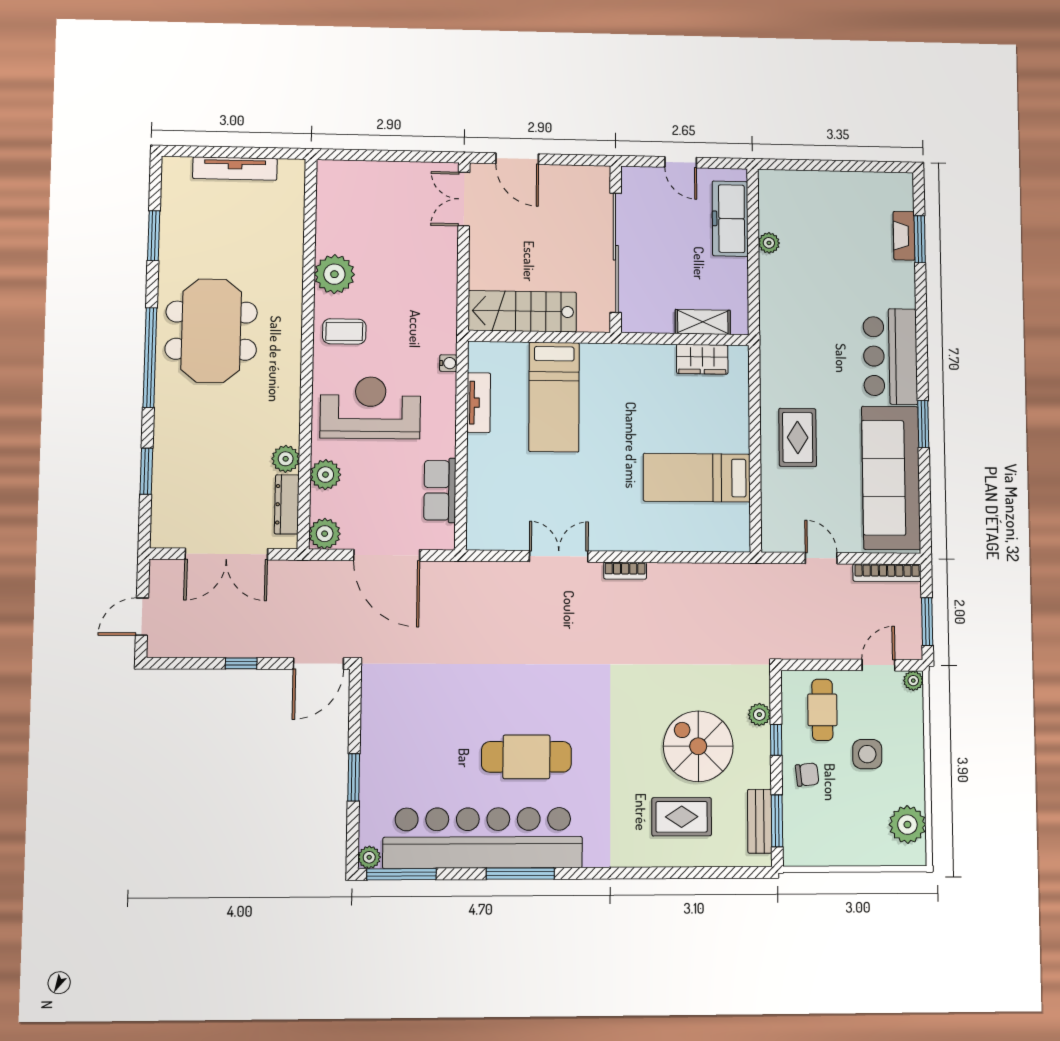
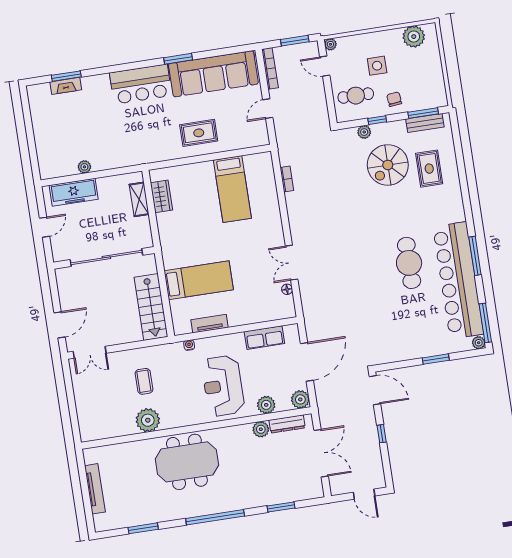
meeting table: (211, 331) -> (187, 462), moved
coffee table: (344, 331) -> (144, 381), moved
floor lamp: (515, 542) -> (287, 289), added
bookcase: (625, 571) -> (287, 179), moved

